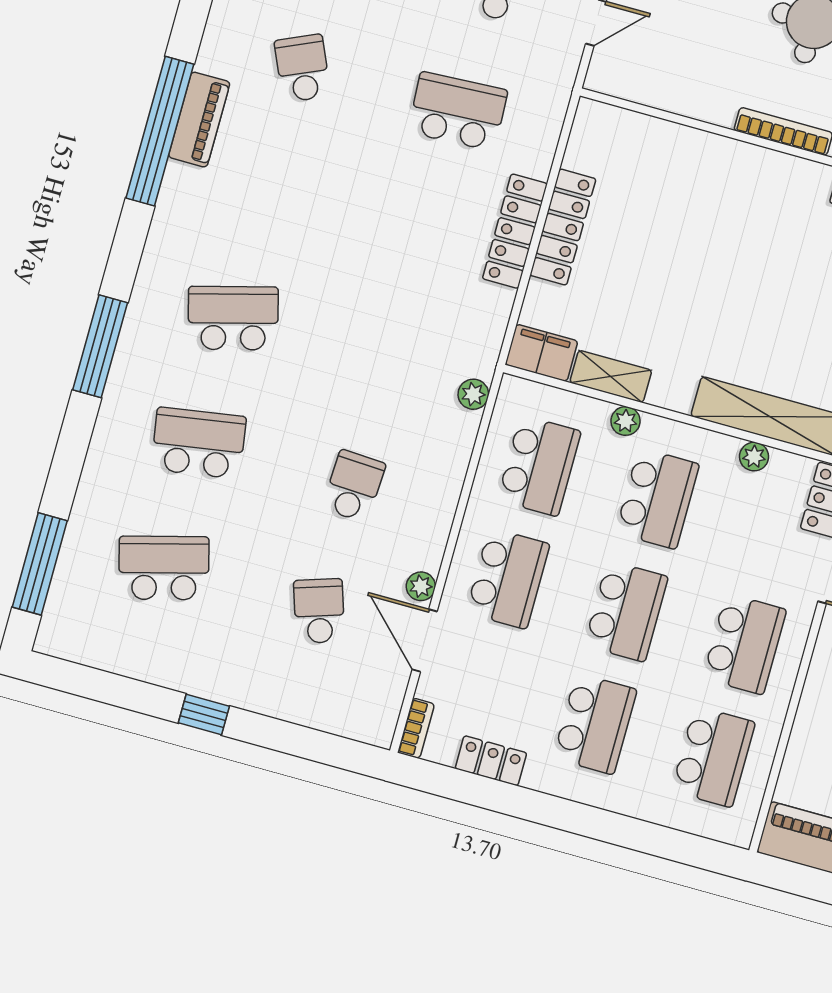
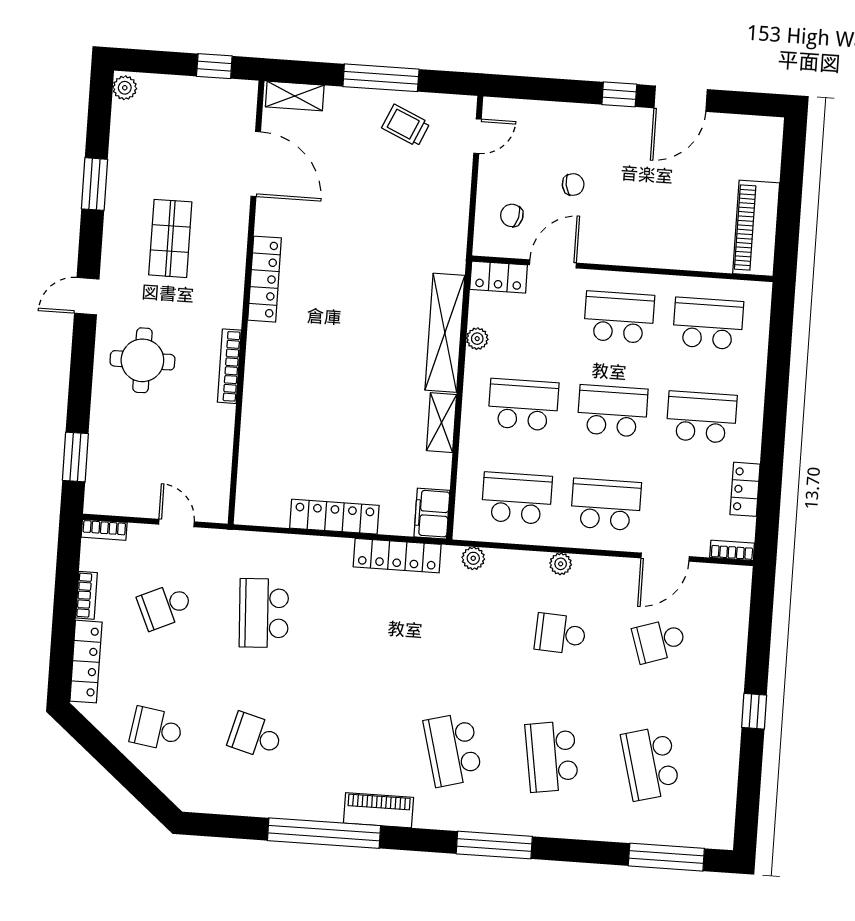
school desk: (303, 68) -> (255, 736), turned 39
piano: (199, 120) -> (378, 810), moved
locker: (515, 231) -> (397, 556), moved
shelving: (611, 376) -> (441, 423), moved
plant: (625, 421) -> (470, 440), removed
plant: (421, 586) -> (561, 564), moved

